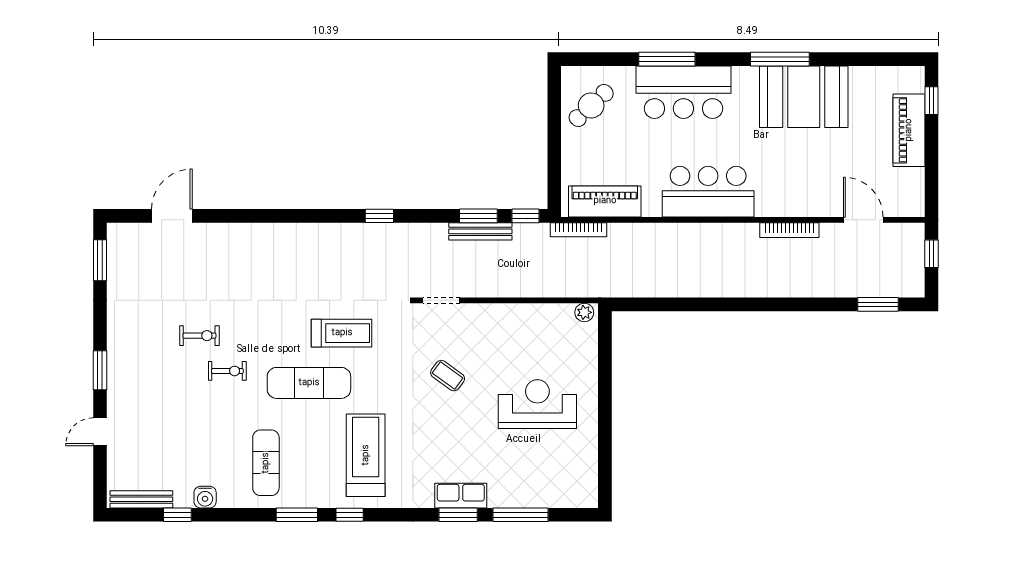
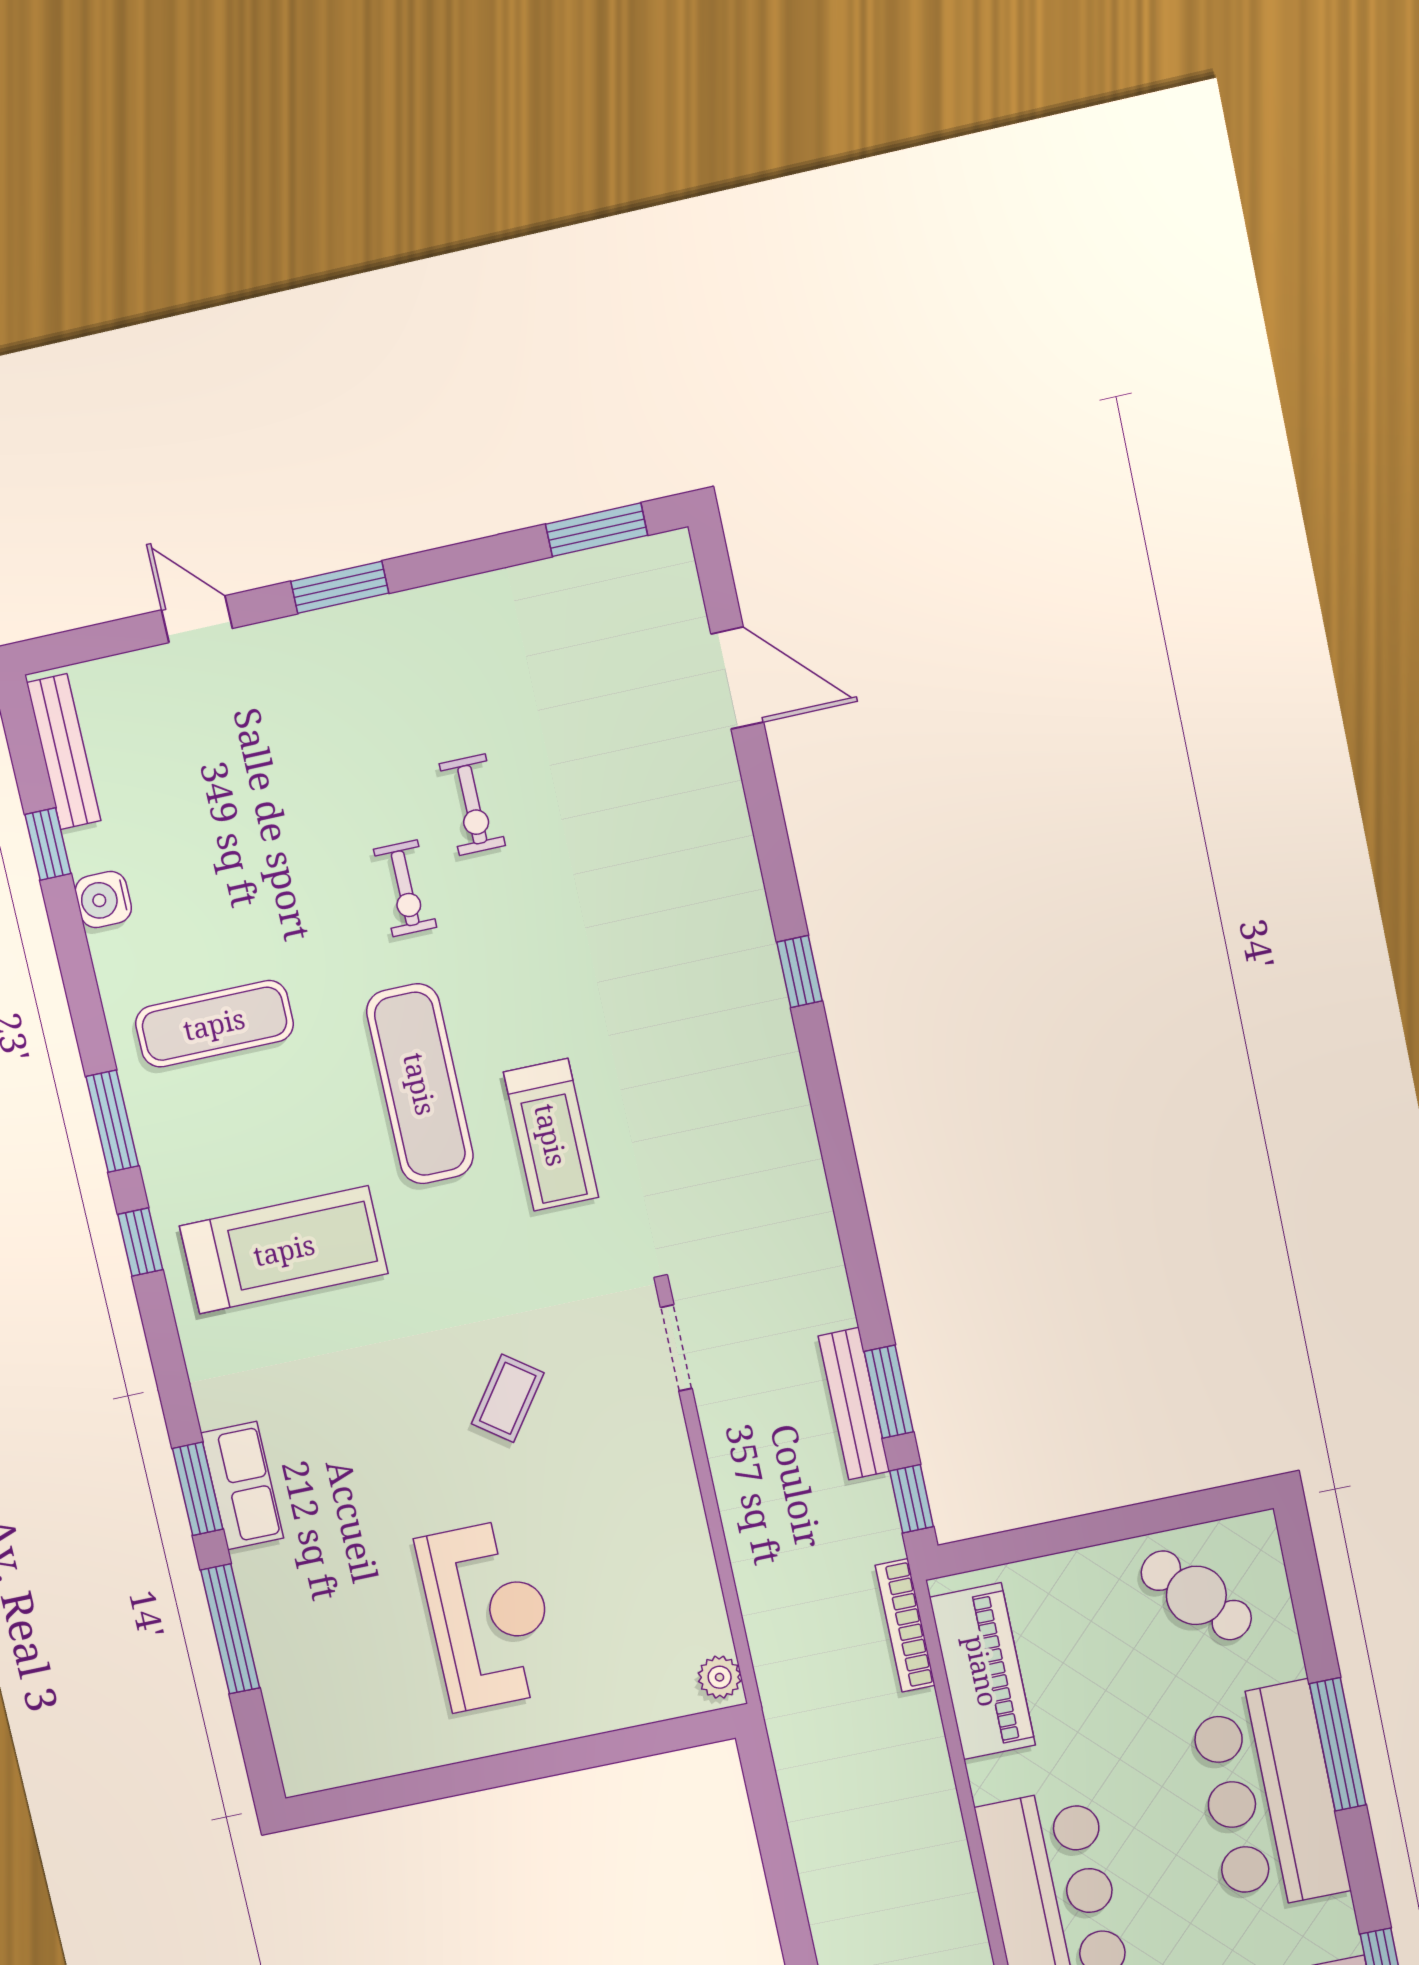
window: (379, 216) -> (800, 972), moved

